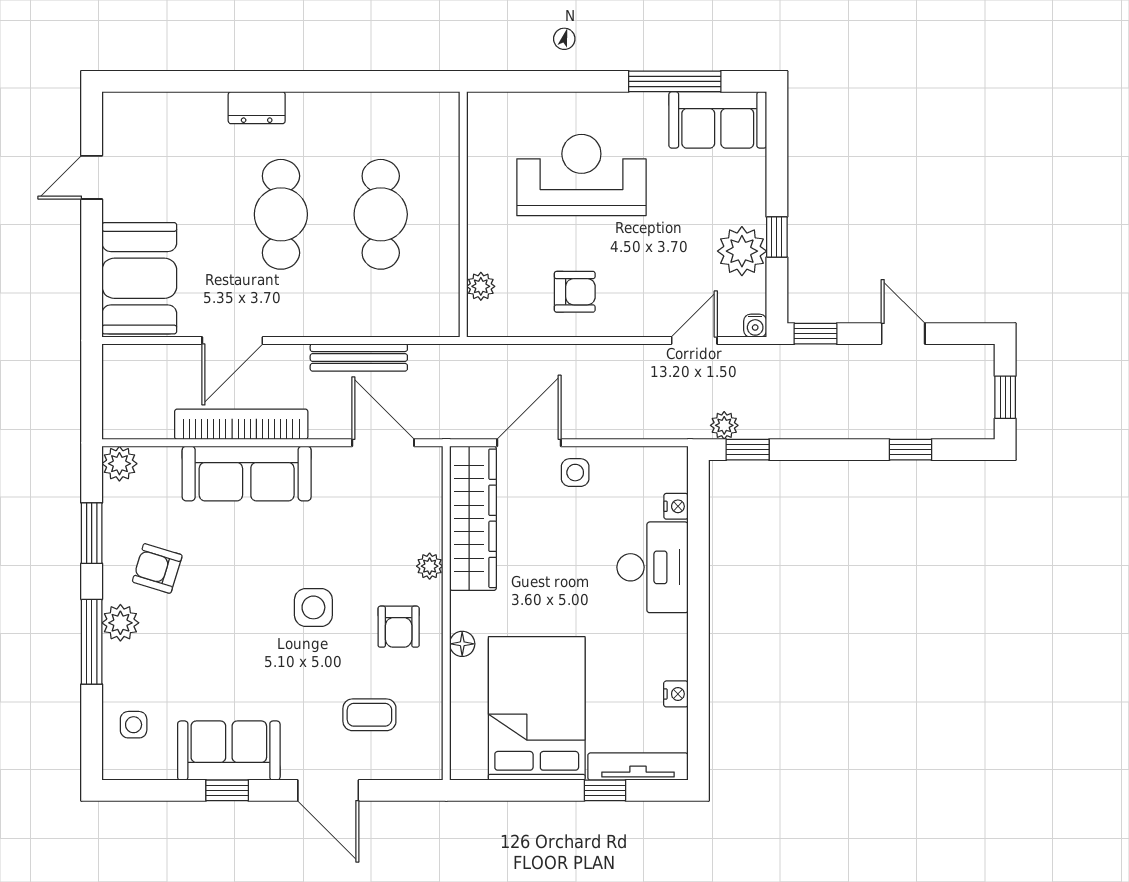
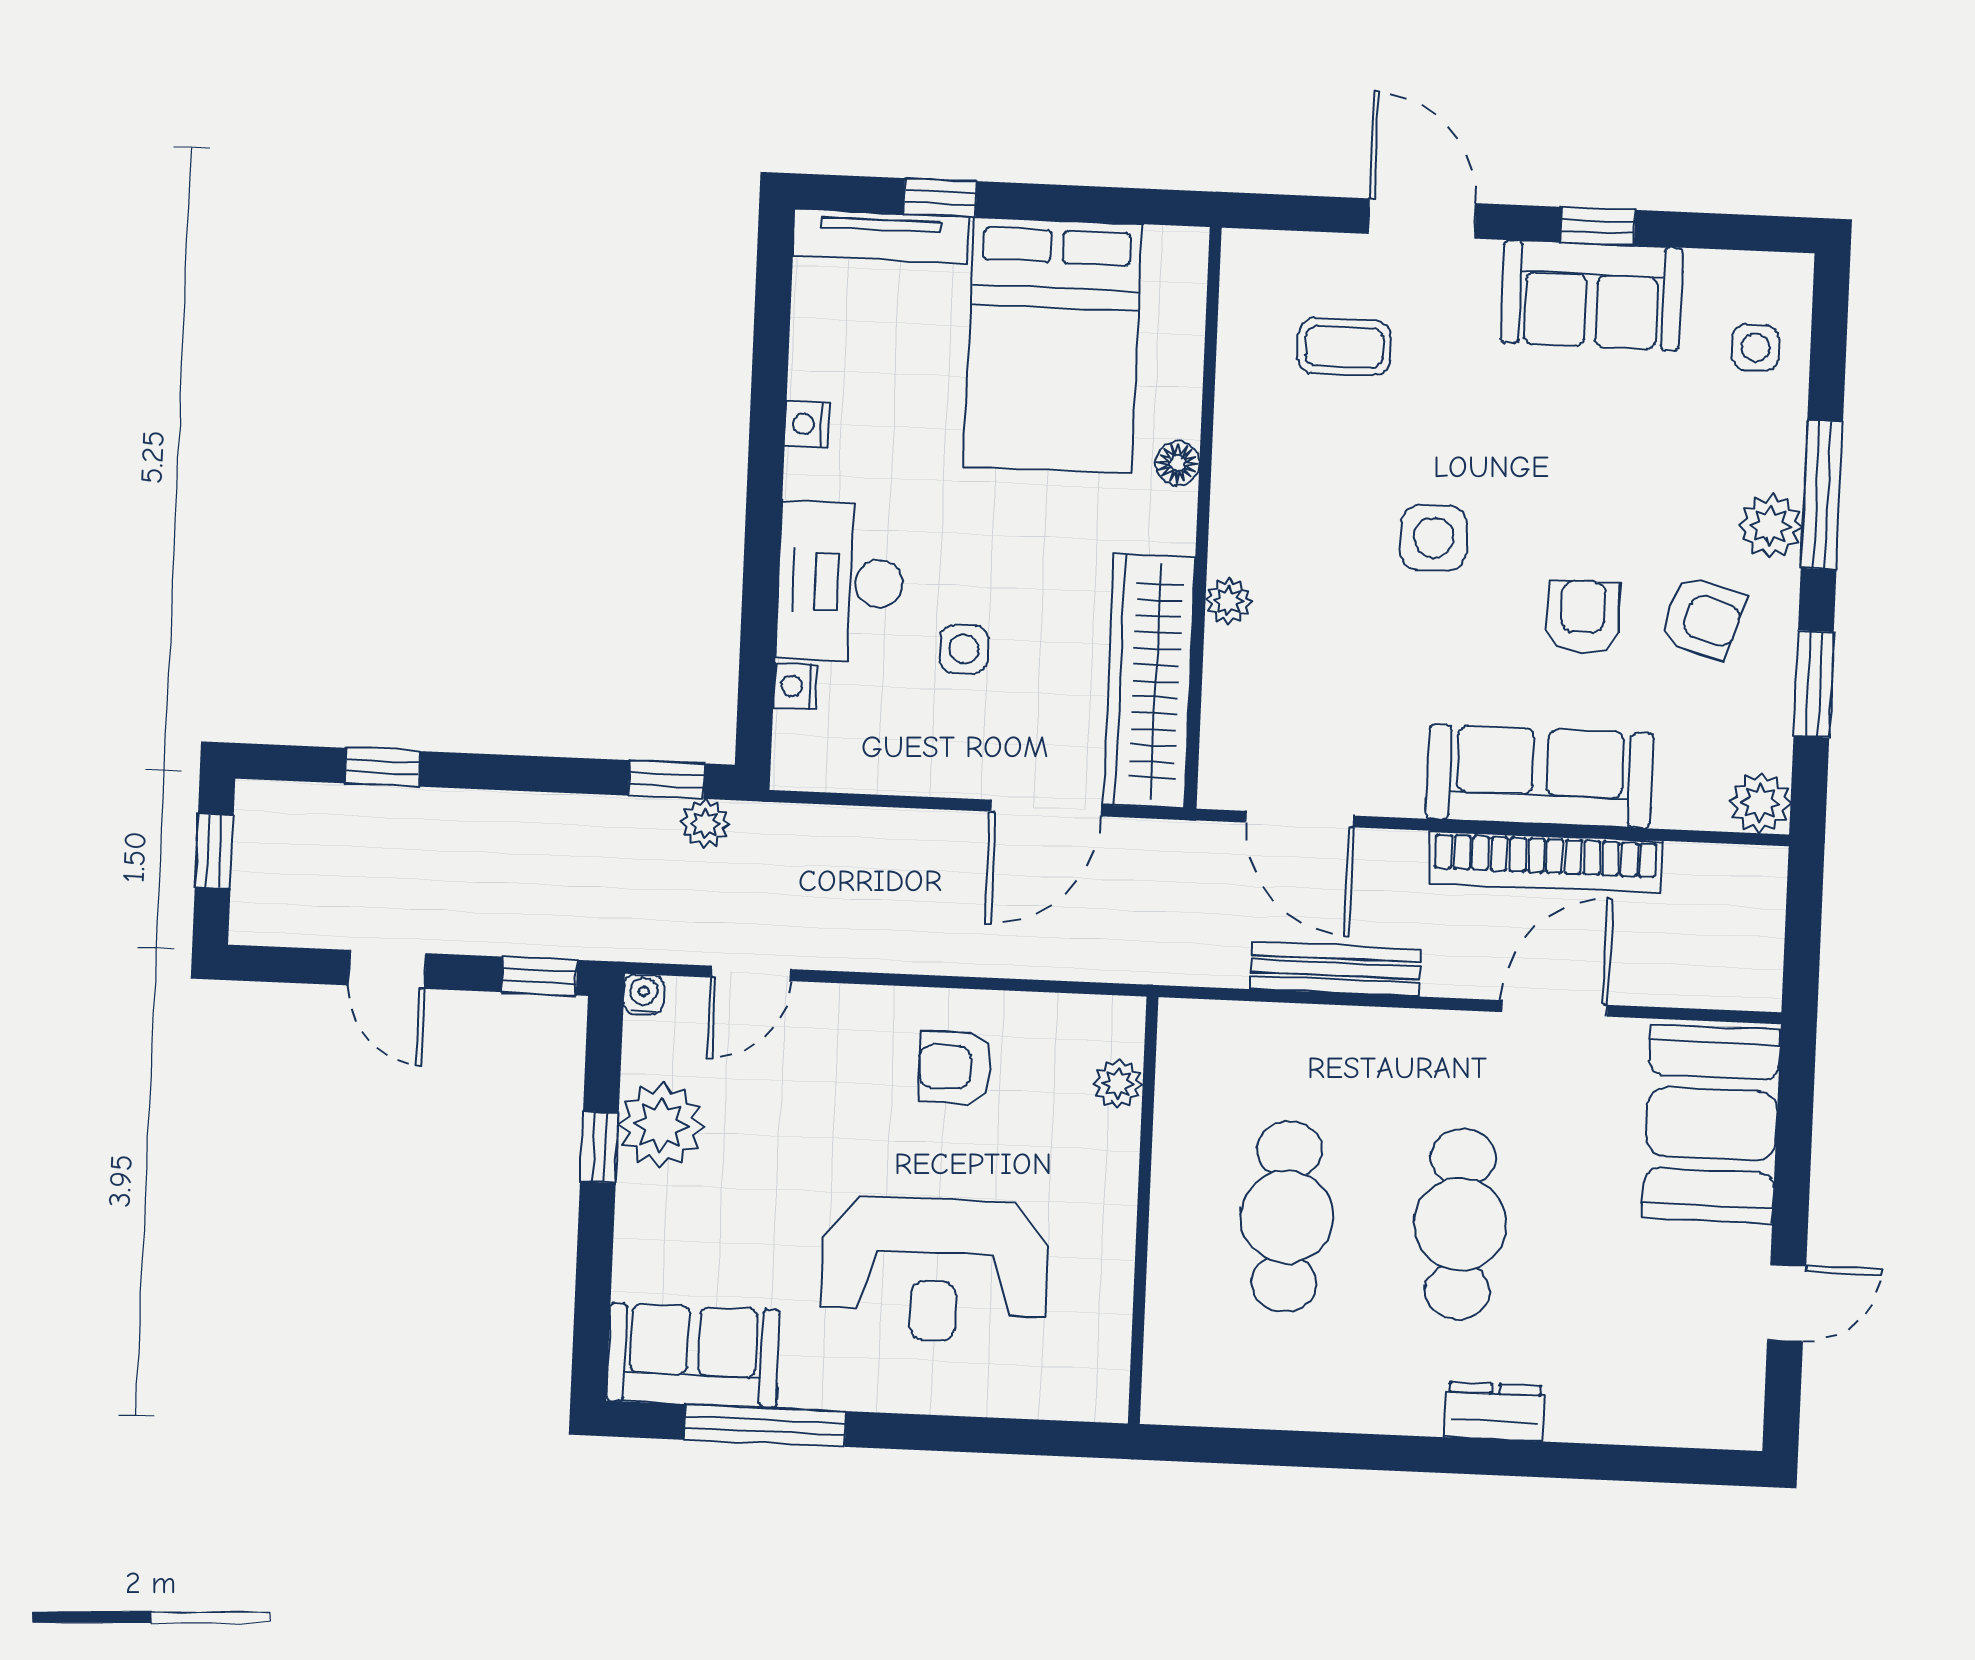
side table: (575, 473) -> (964, 649), moved
armchair: (399, 627) -> (1583, 617), moved
nightstand: (676, 694) -> (807, 424), moved

